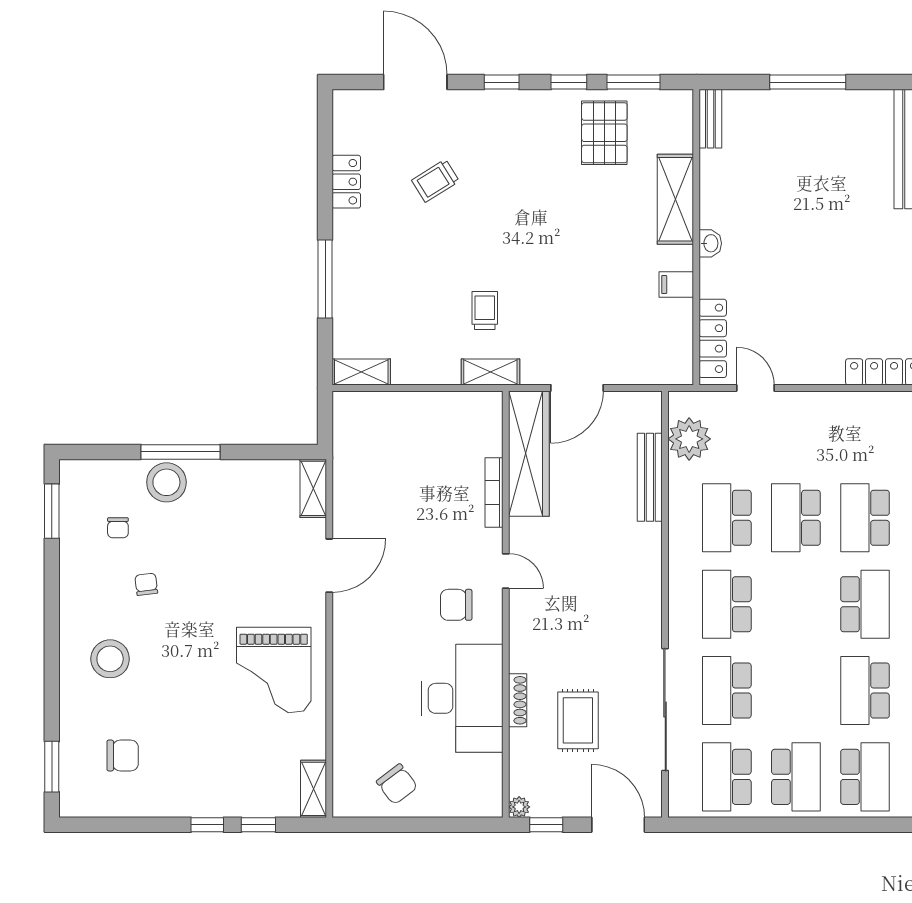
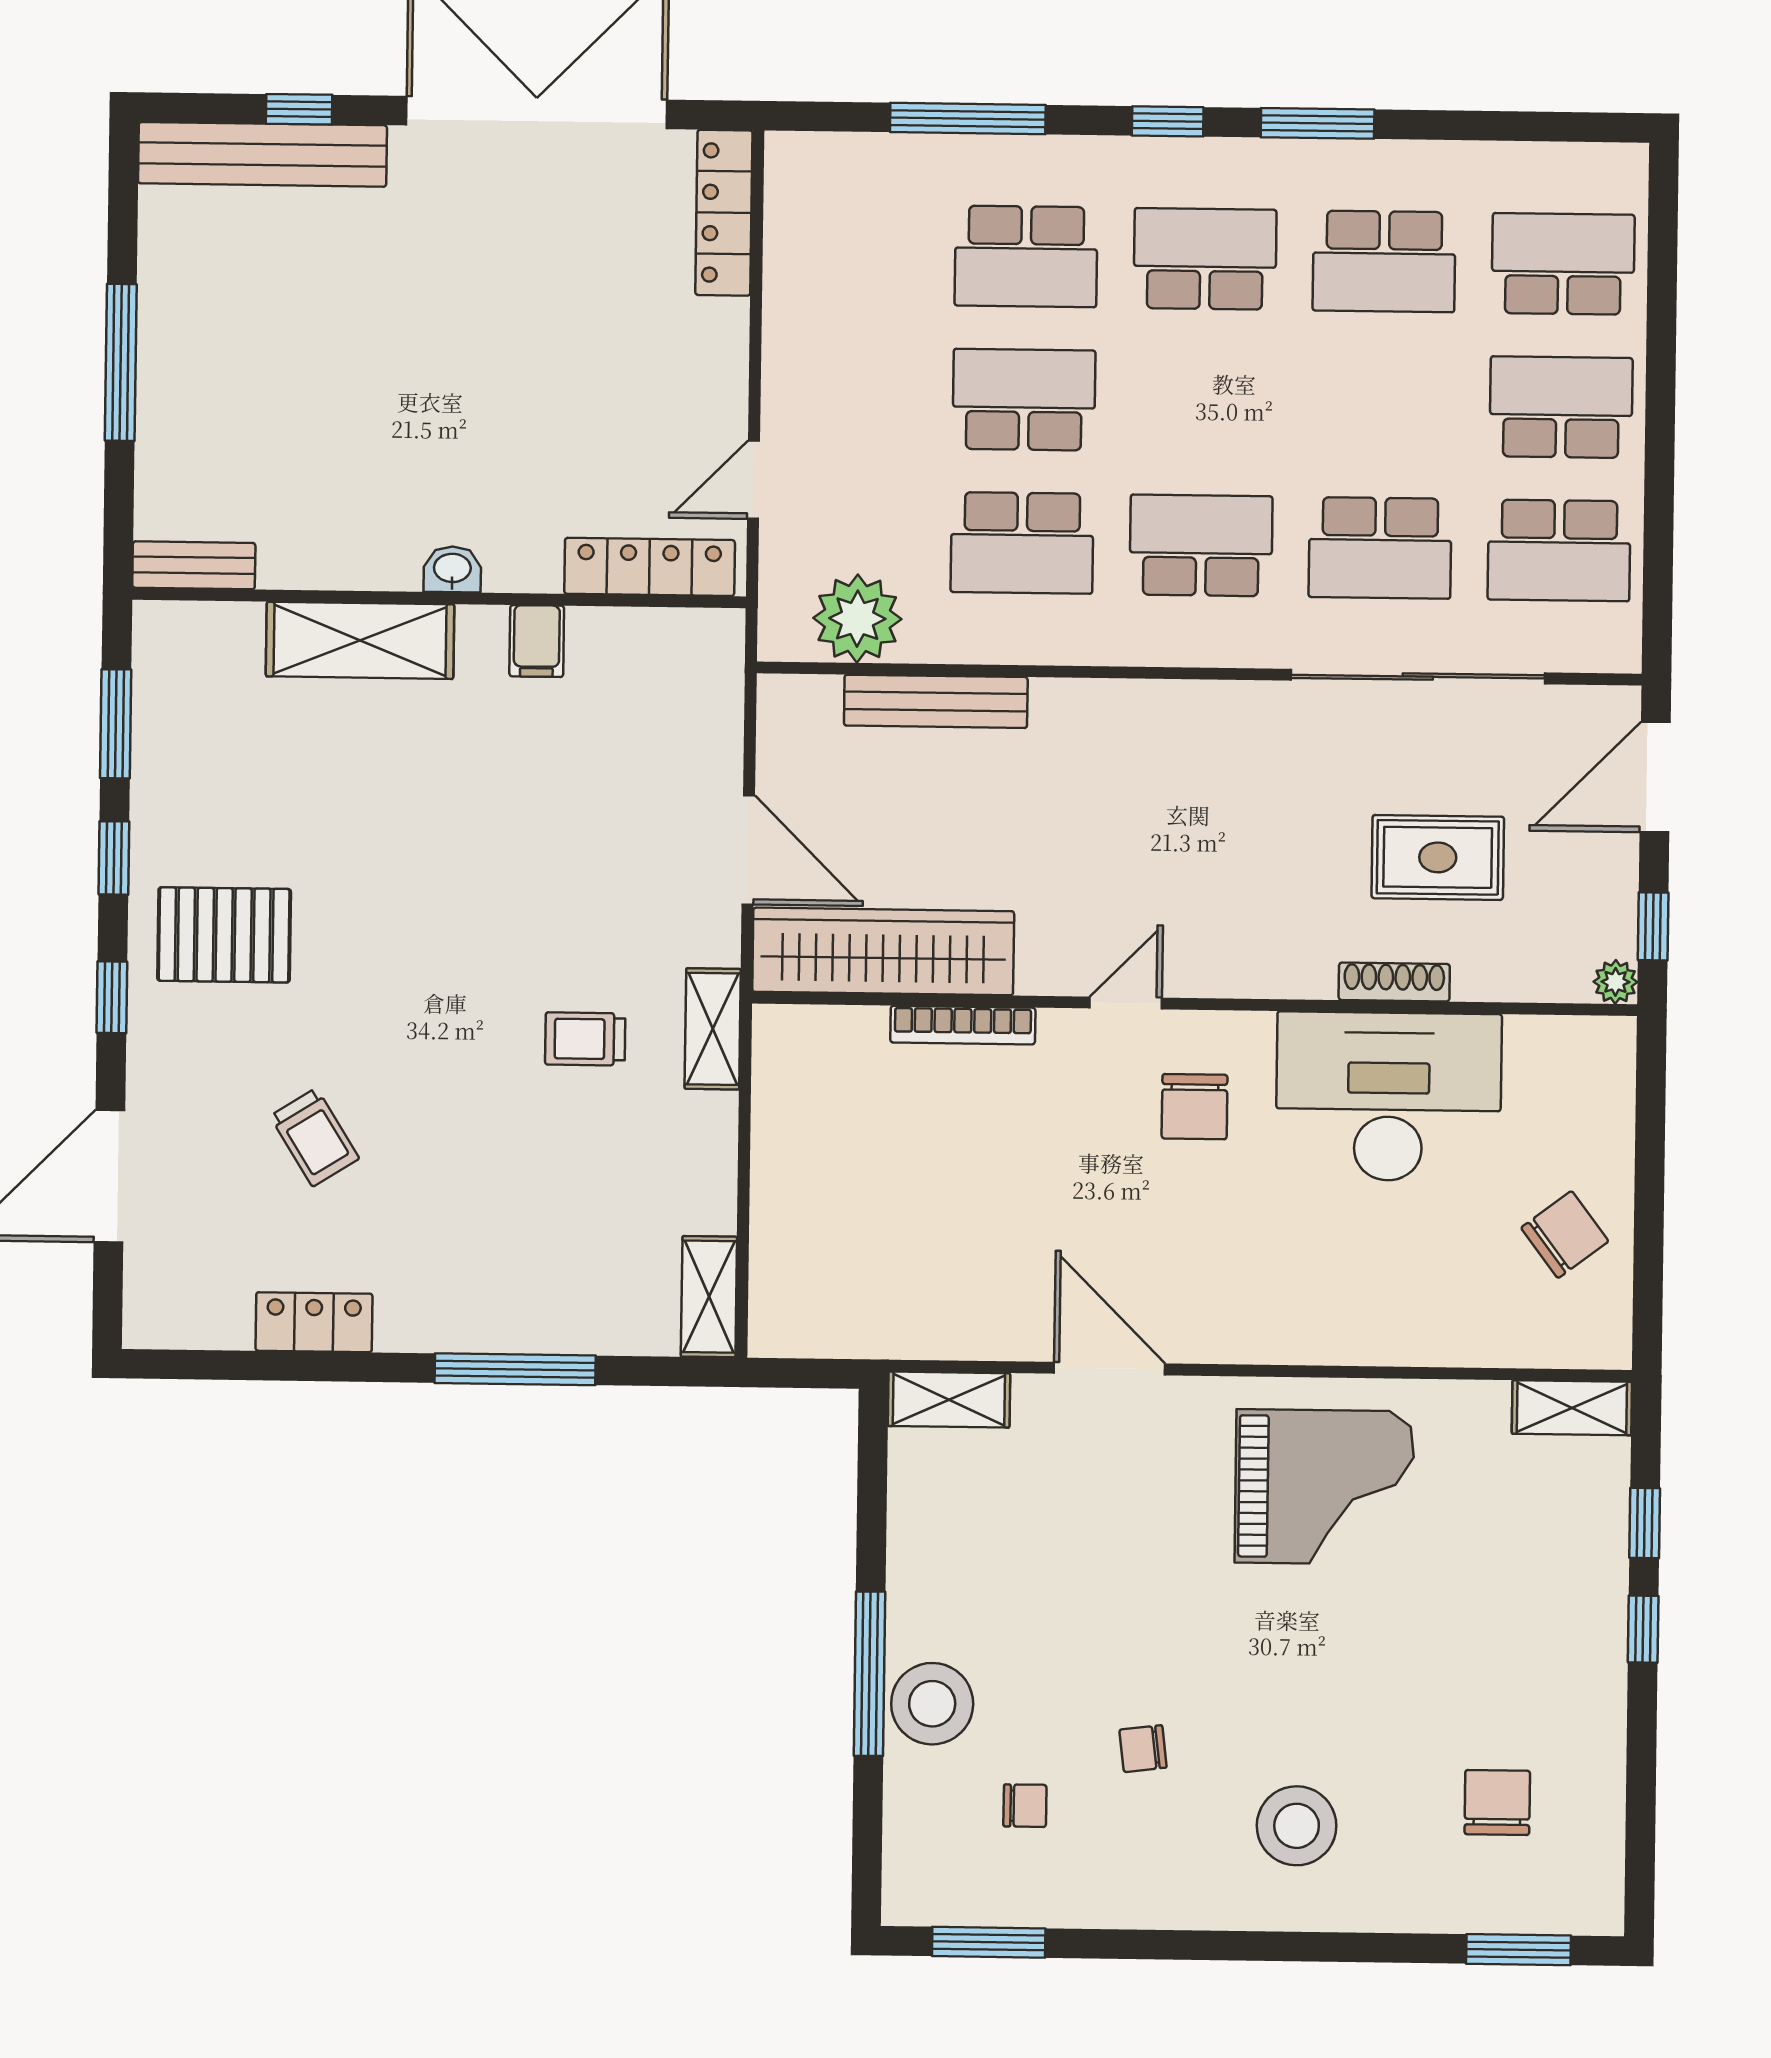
pallet: (604, 133) -> (224, 935), moved
school desk: (796, 518) -> (1024, 400), turned 180
school desk: (727, 604) -> (1201, 545), turned 180

